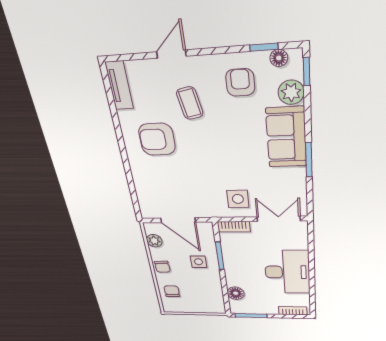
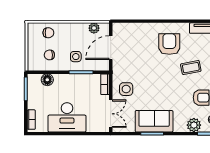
sofa: (286, 137) -> (154, 121), moved
chair: (162, 267) -> (49, 55), moved

